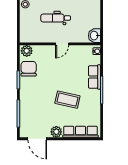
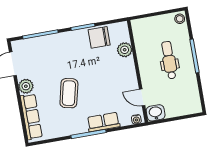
door: (62, 44) -> (142, 97), moved
plant: (27, 51) -> (125, 50), moved
chair: (29, 69) -> (99, 37), turned 180

